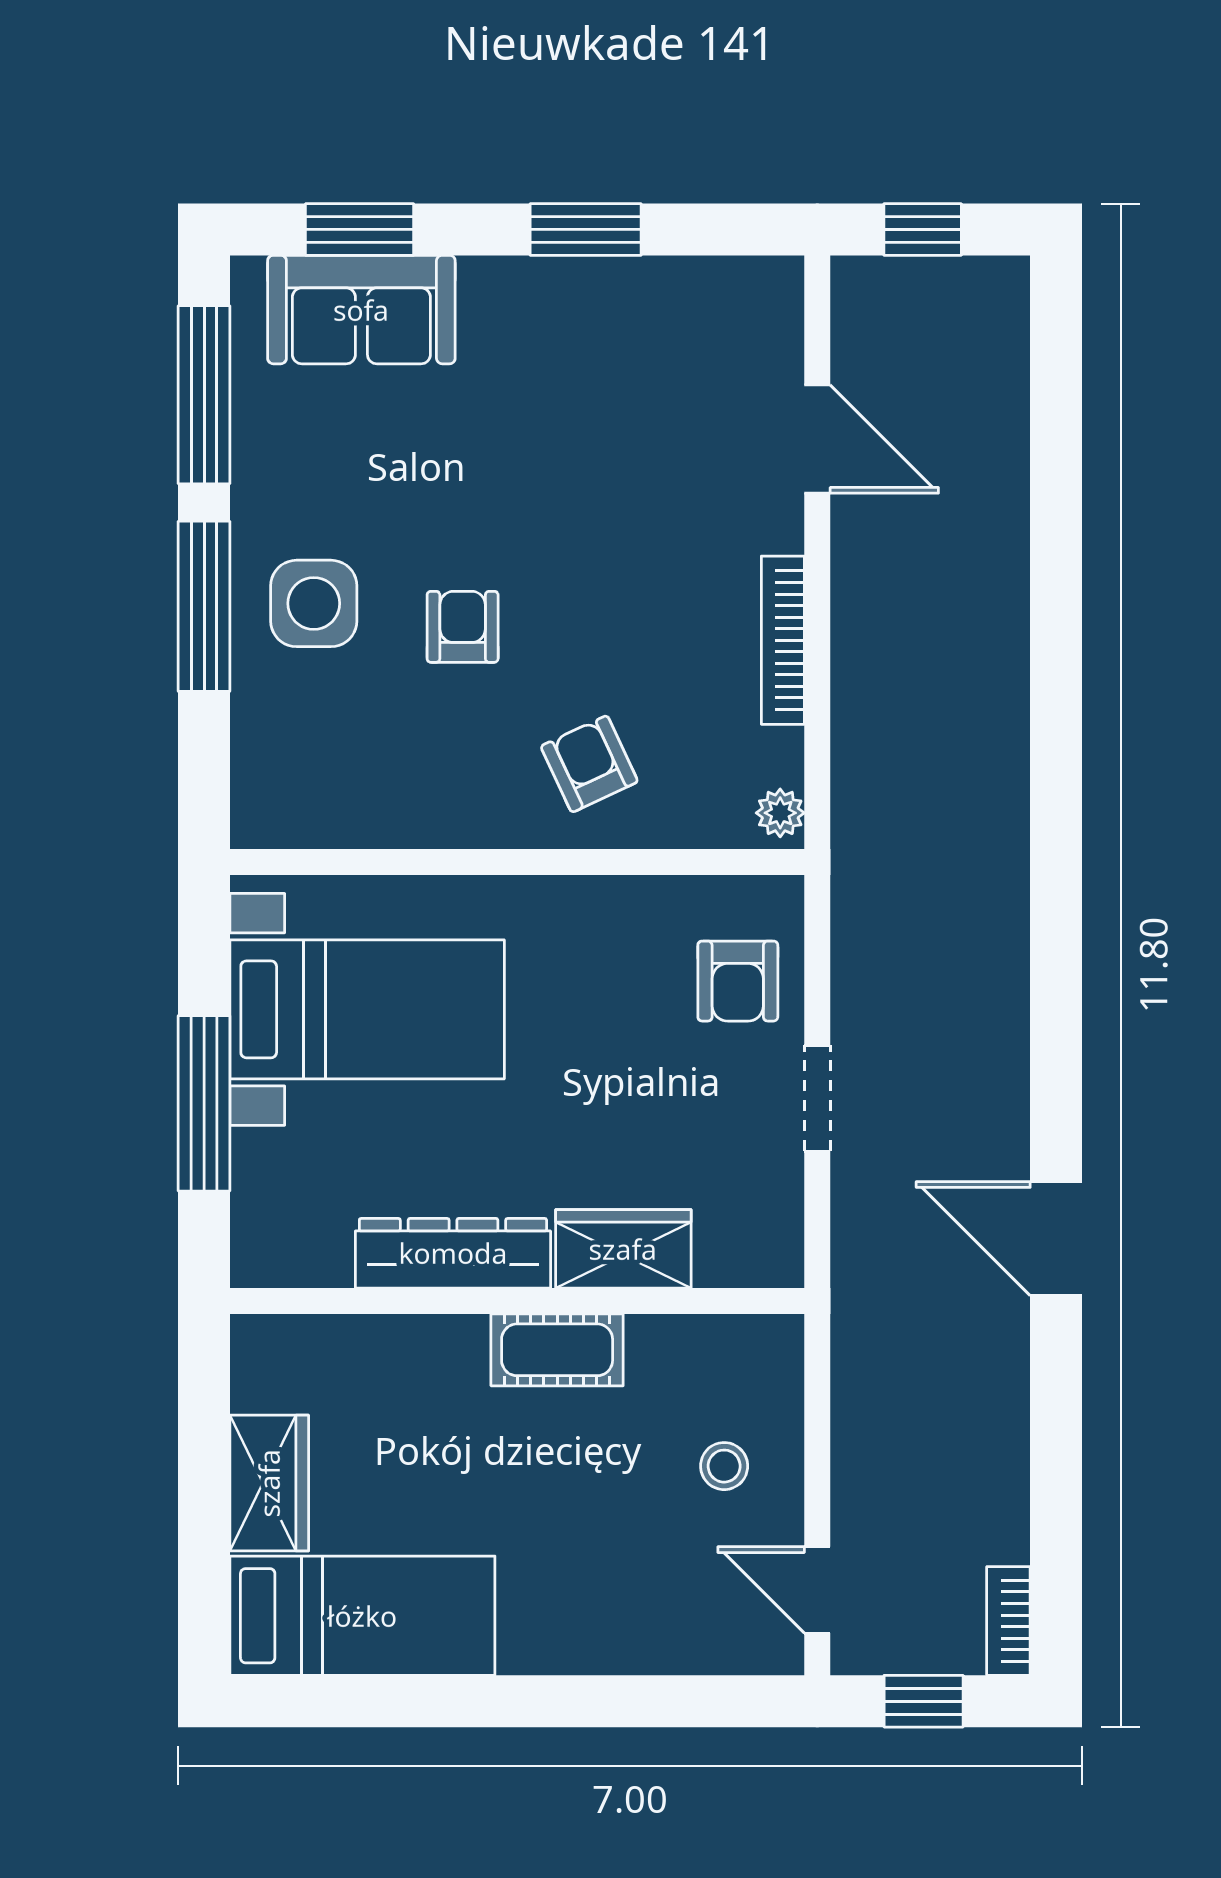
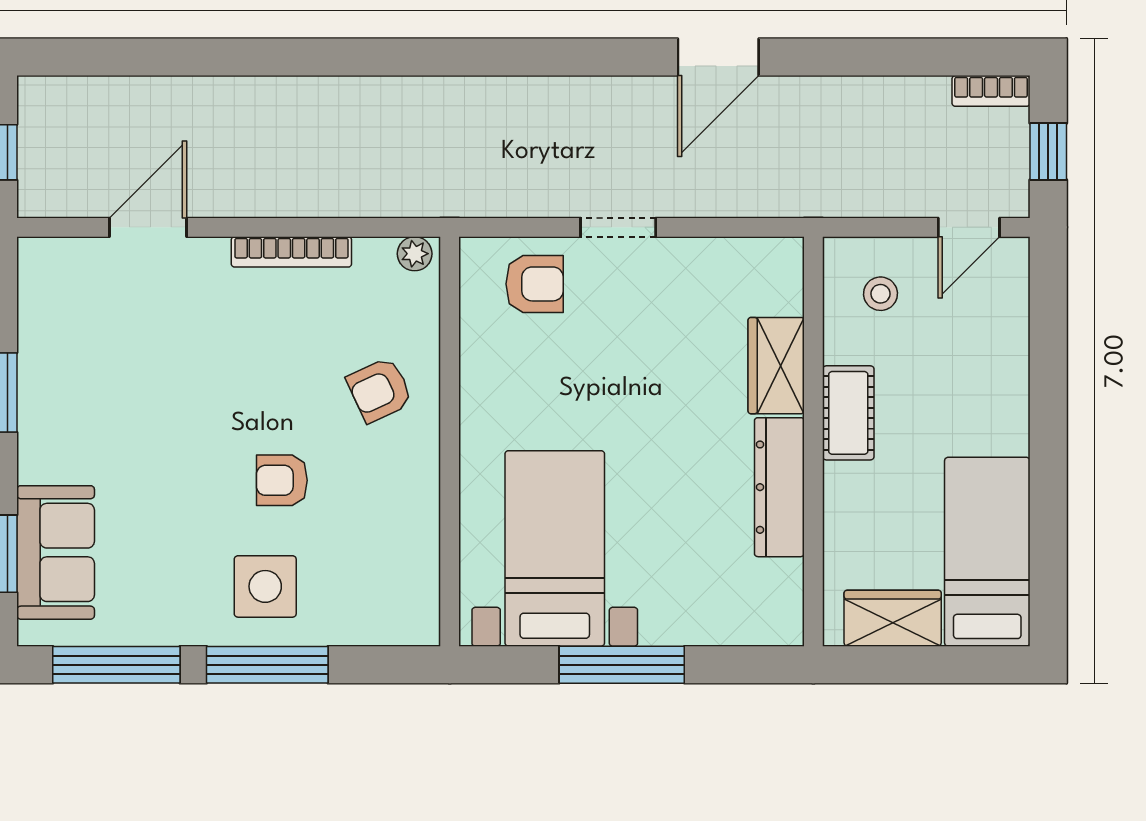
wardrobe: (623, 1249) -> (776, 366), moved
dresser: (453, 1253) -> (779, 487), moved
wall: (517, 1301) -> (813, 441), moved
cot: (557, 1350) -> (848, 413), moved

